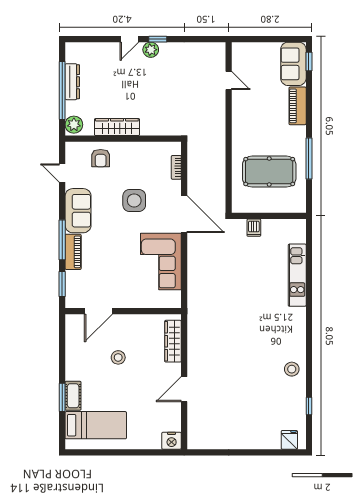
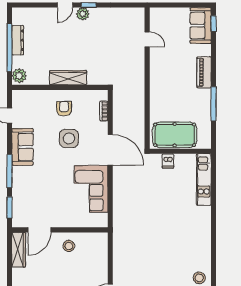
piano: (298, 106) -> (204, 72), moved
wardrobe: (117, 127) -> (68, 78), moved
armchair: (101, 158) -> (64, 109), moved, turned 180
pool table: (269, 172) -> (175, 135), moved
piano: (73, 252) -> (18, 181), removed
kitchen unit: (297, 275) -> (204, 180), moved
wardrobe: (173, 341) -> (19, 250), moved, turned 180
stool: (118, 357) -> (69, 246), moved

